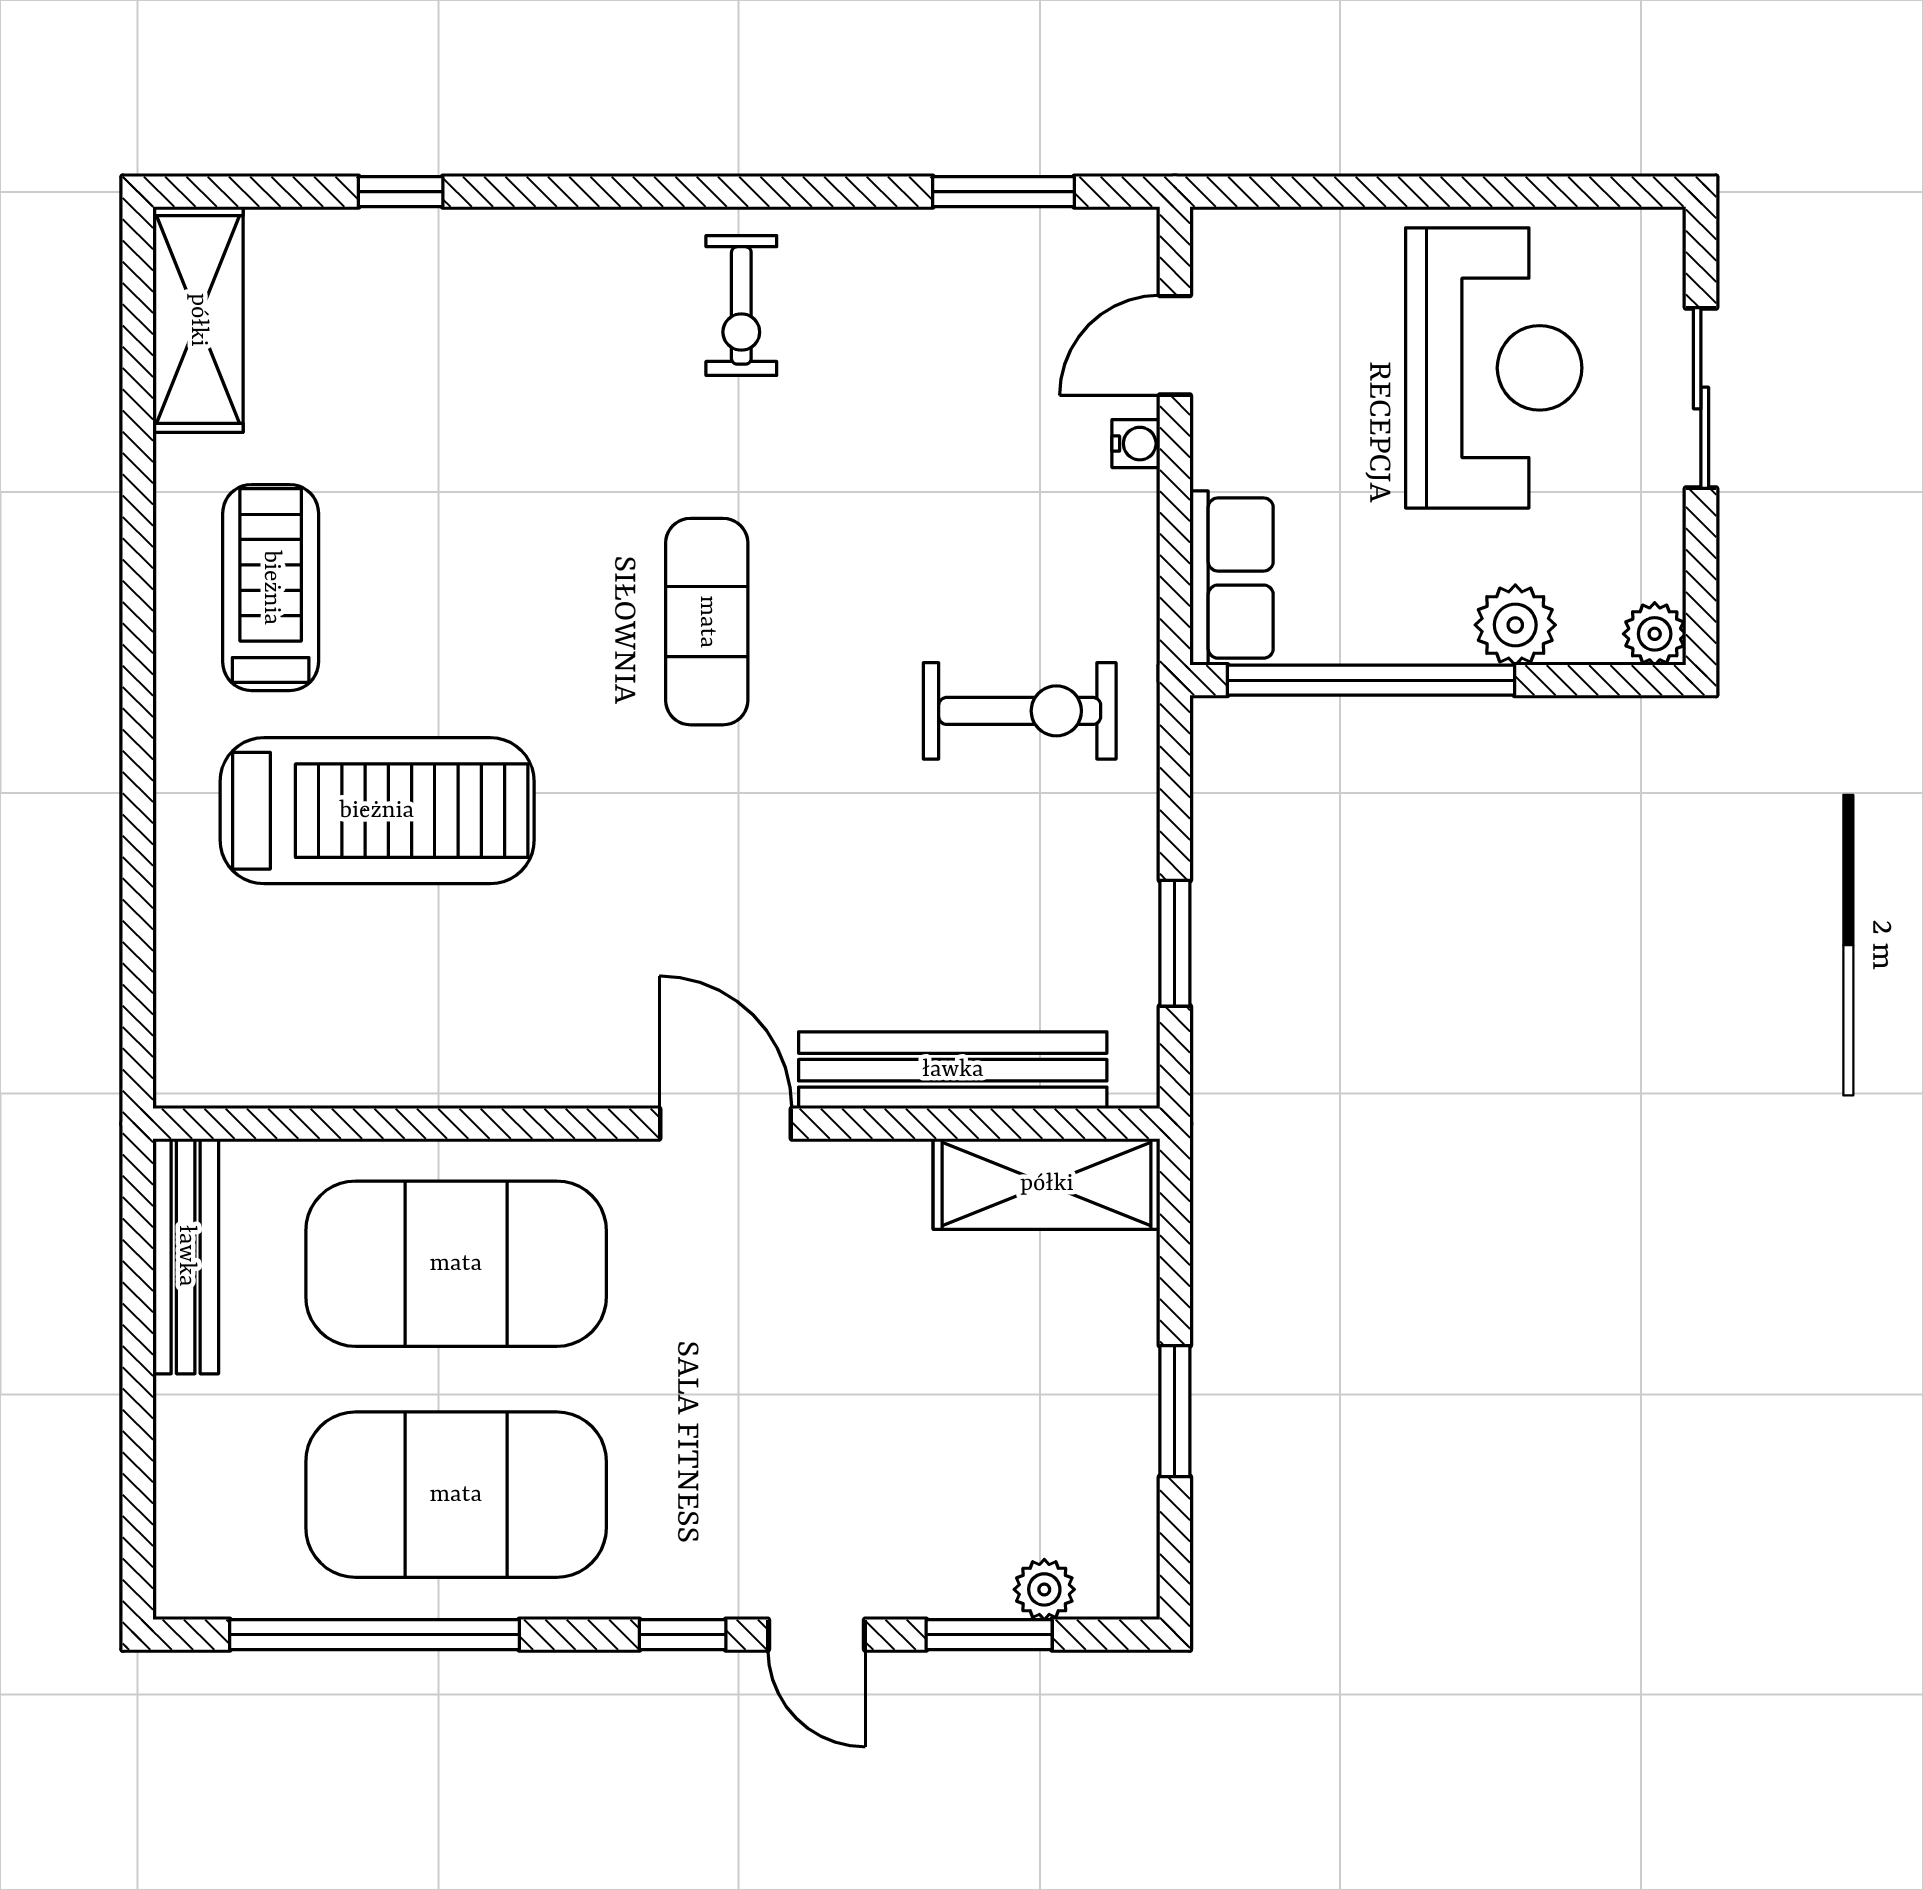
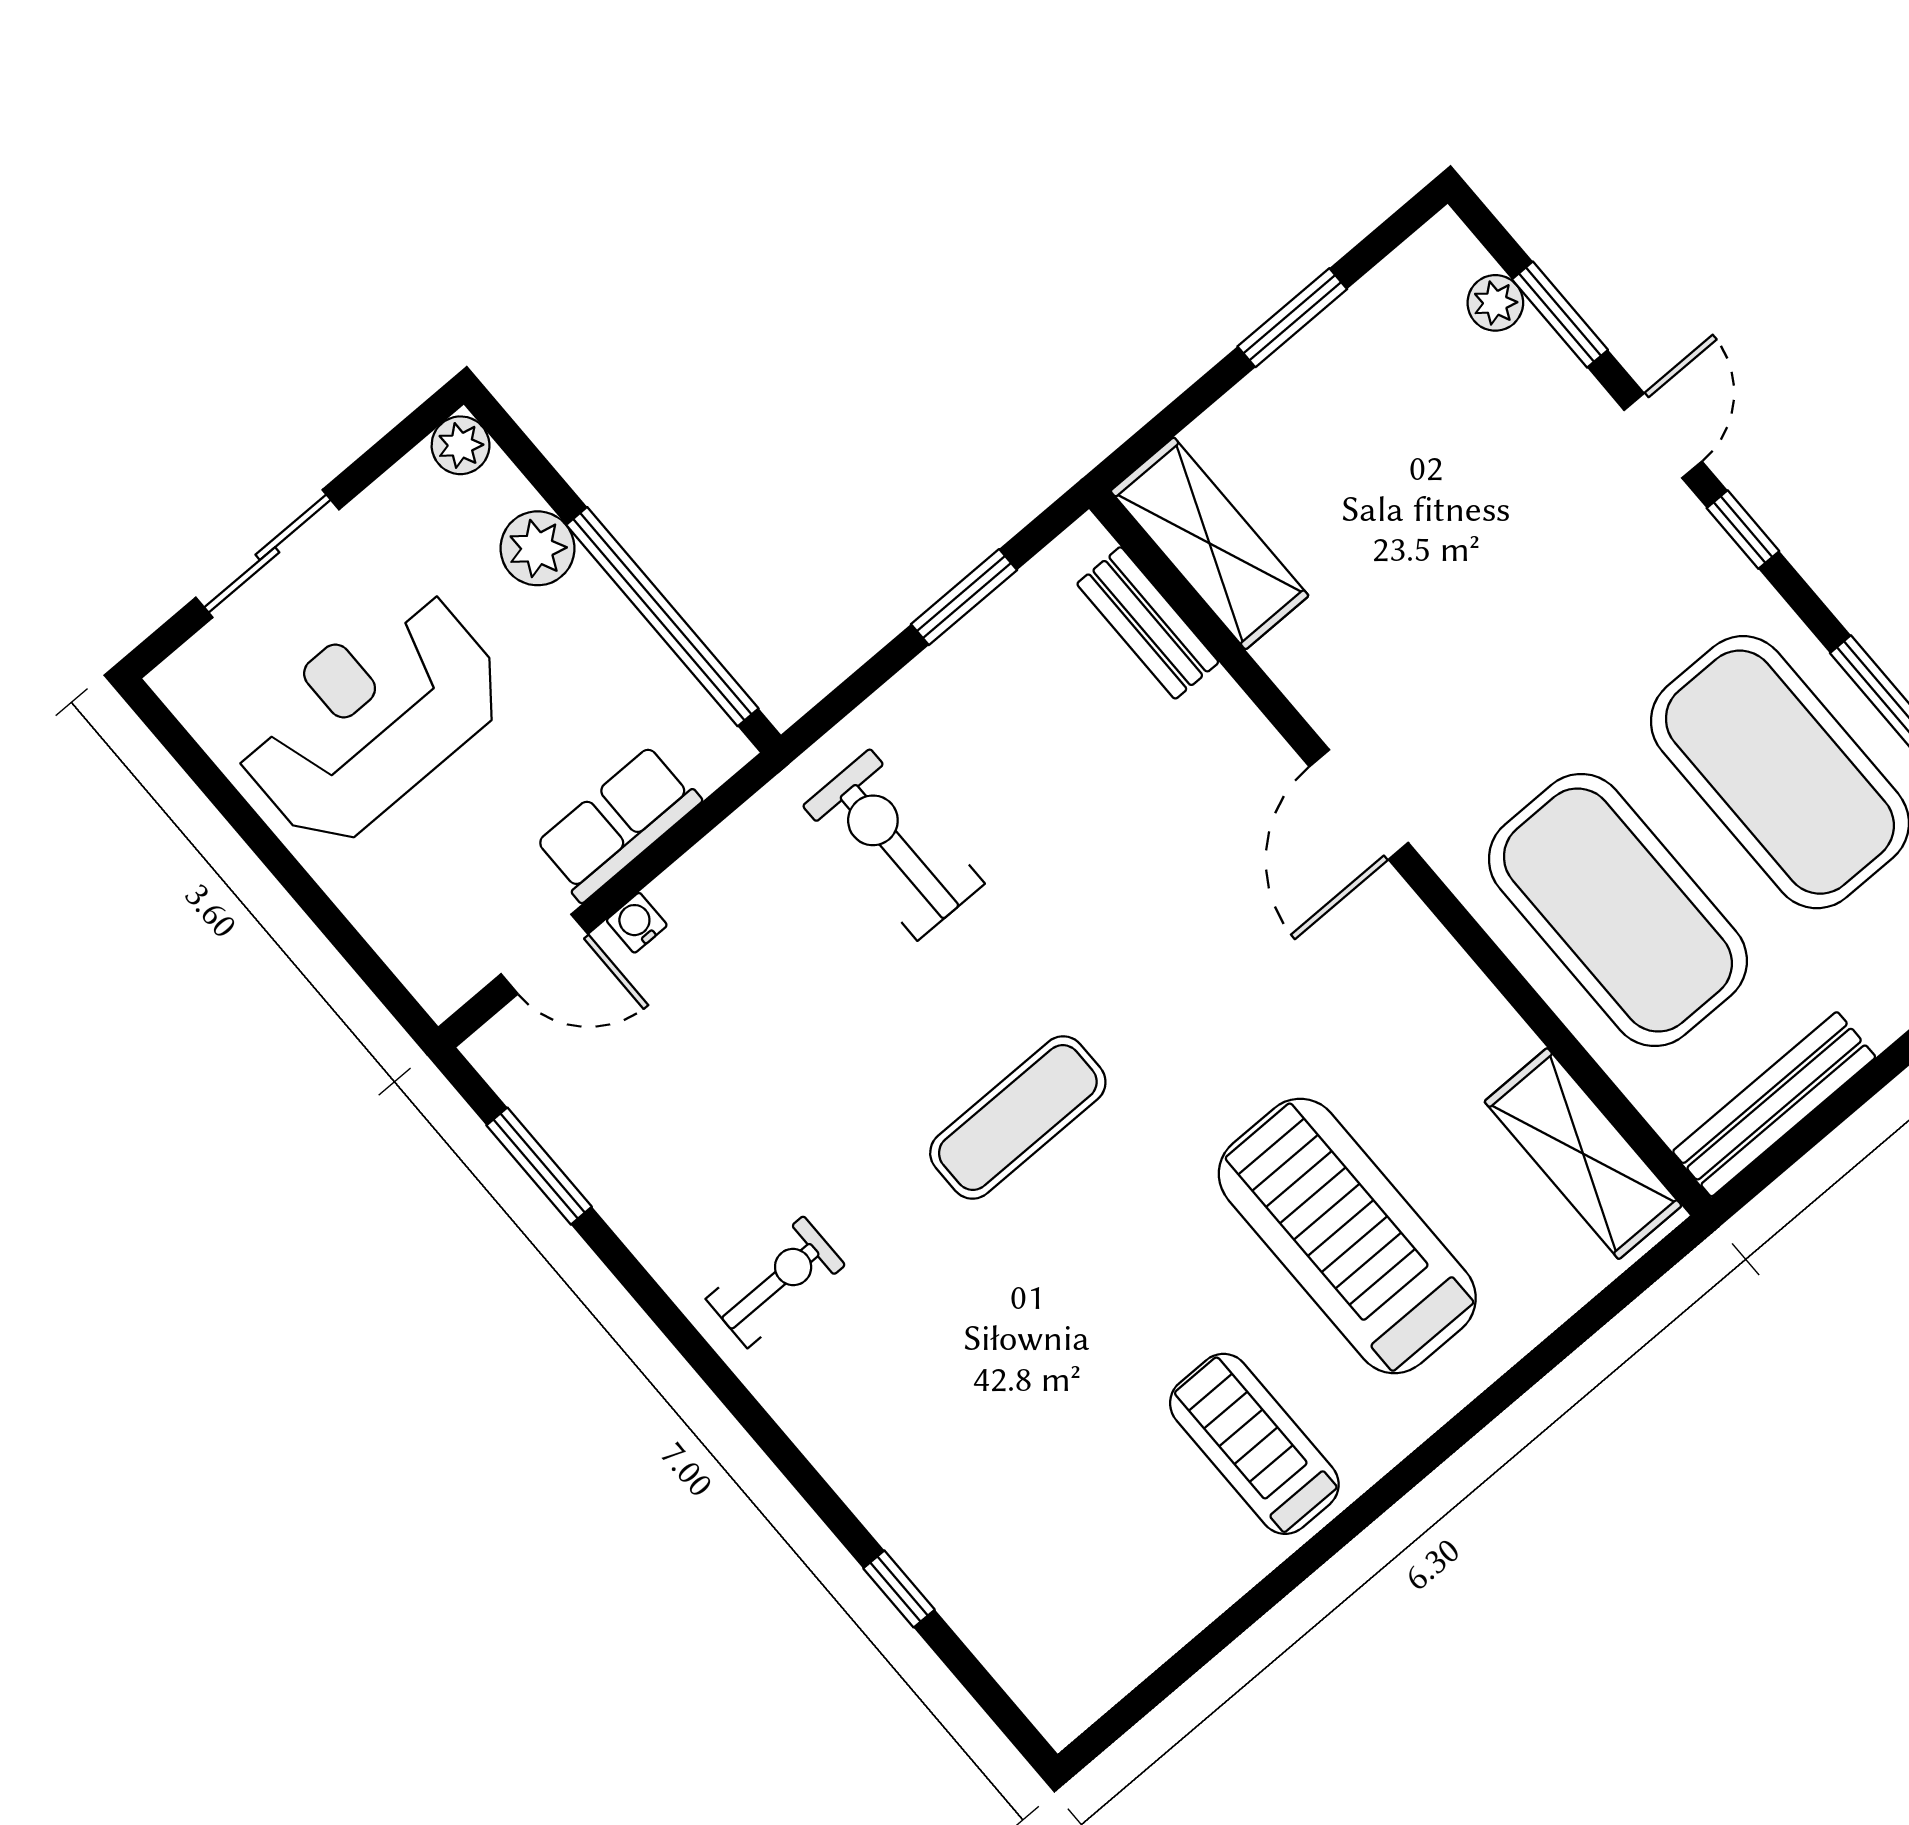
shelving: (198, 320) -> (1583, 1154), moved, turned 90
row of seats: (1232, 578) -> (618, 823), moved
treadmill: (271, 588) -> (1254, 1444), turned 90
bench: (953, 1070) -> (1148, 623), width x0.54, depth x0.82

